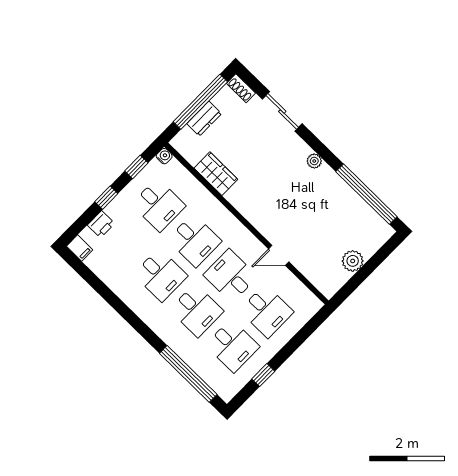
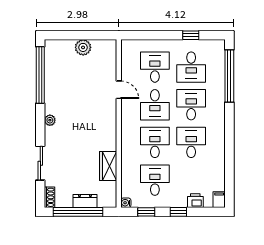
desk: (232, 346) -> (191, 67), turned 180

